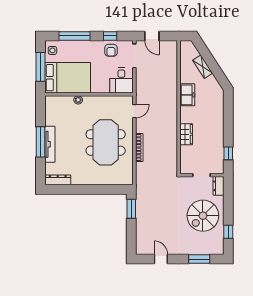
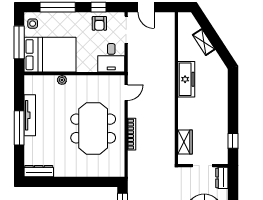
freezer: (187, 95) -> (186, 79), width x1.40
wardrobe: (186, 134) -> (185, 142), moved
tv unit: (50, 144) -> (30, 115), moved

